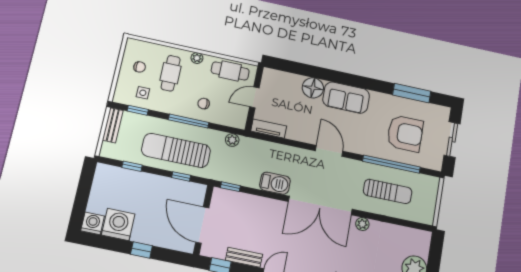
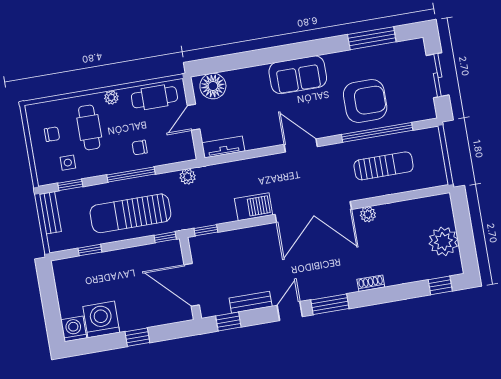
floor lamp: (313, 88) -> (213, 86), moved
armchair: (405, 133) -> (365, 101), moved
window: (181, 176) -> (165, 237), moved

